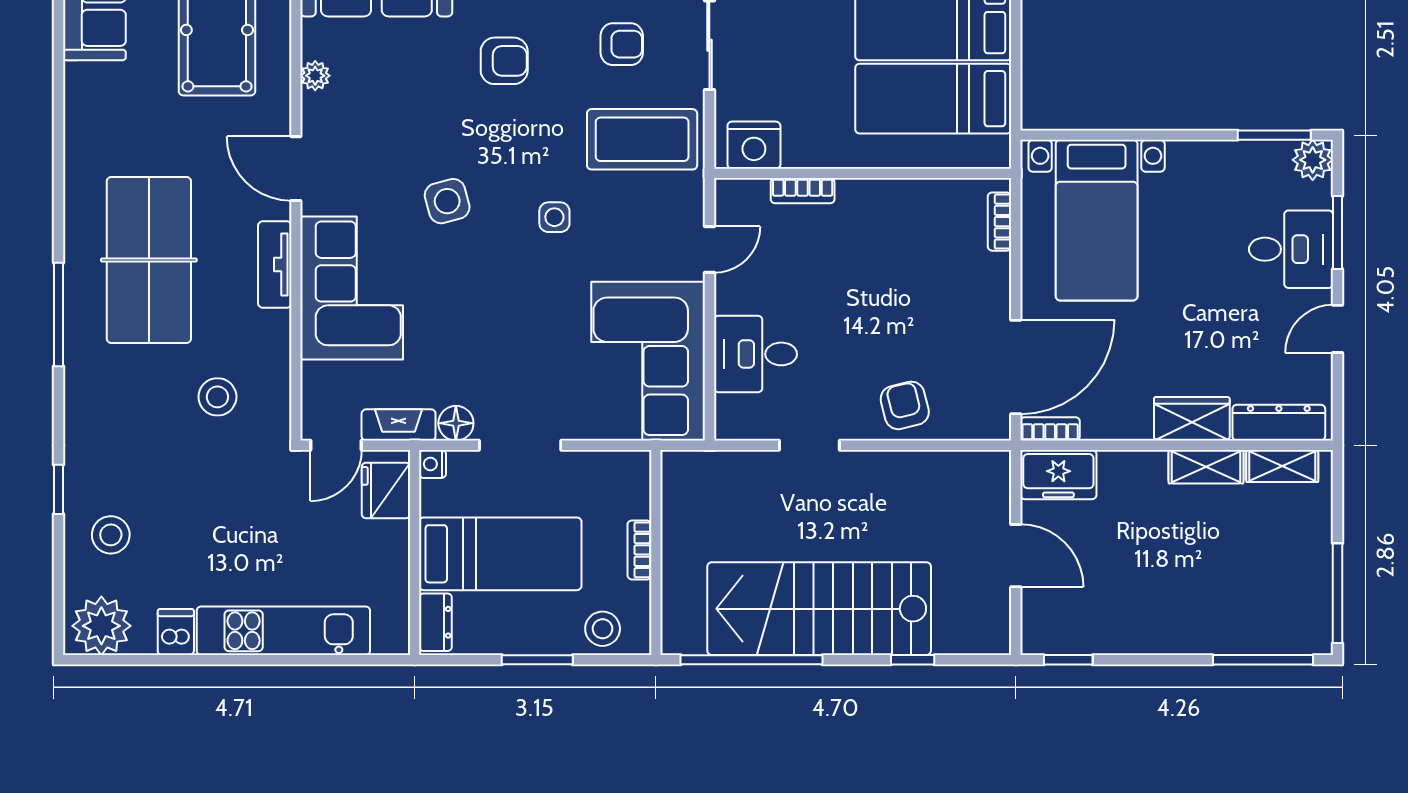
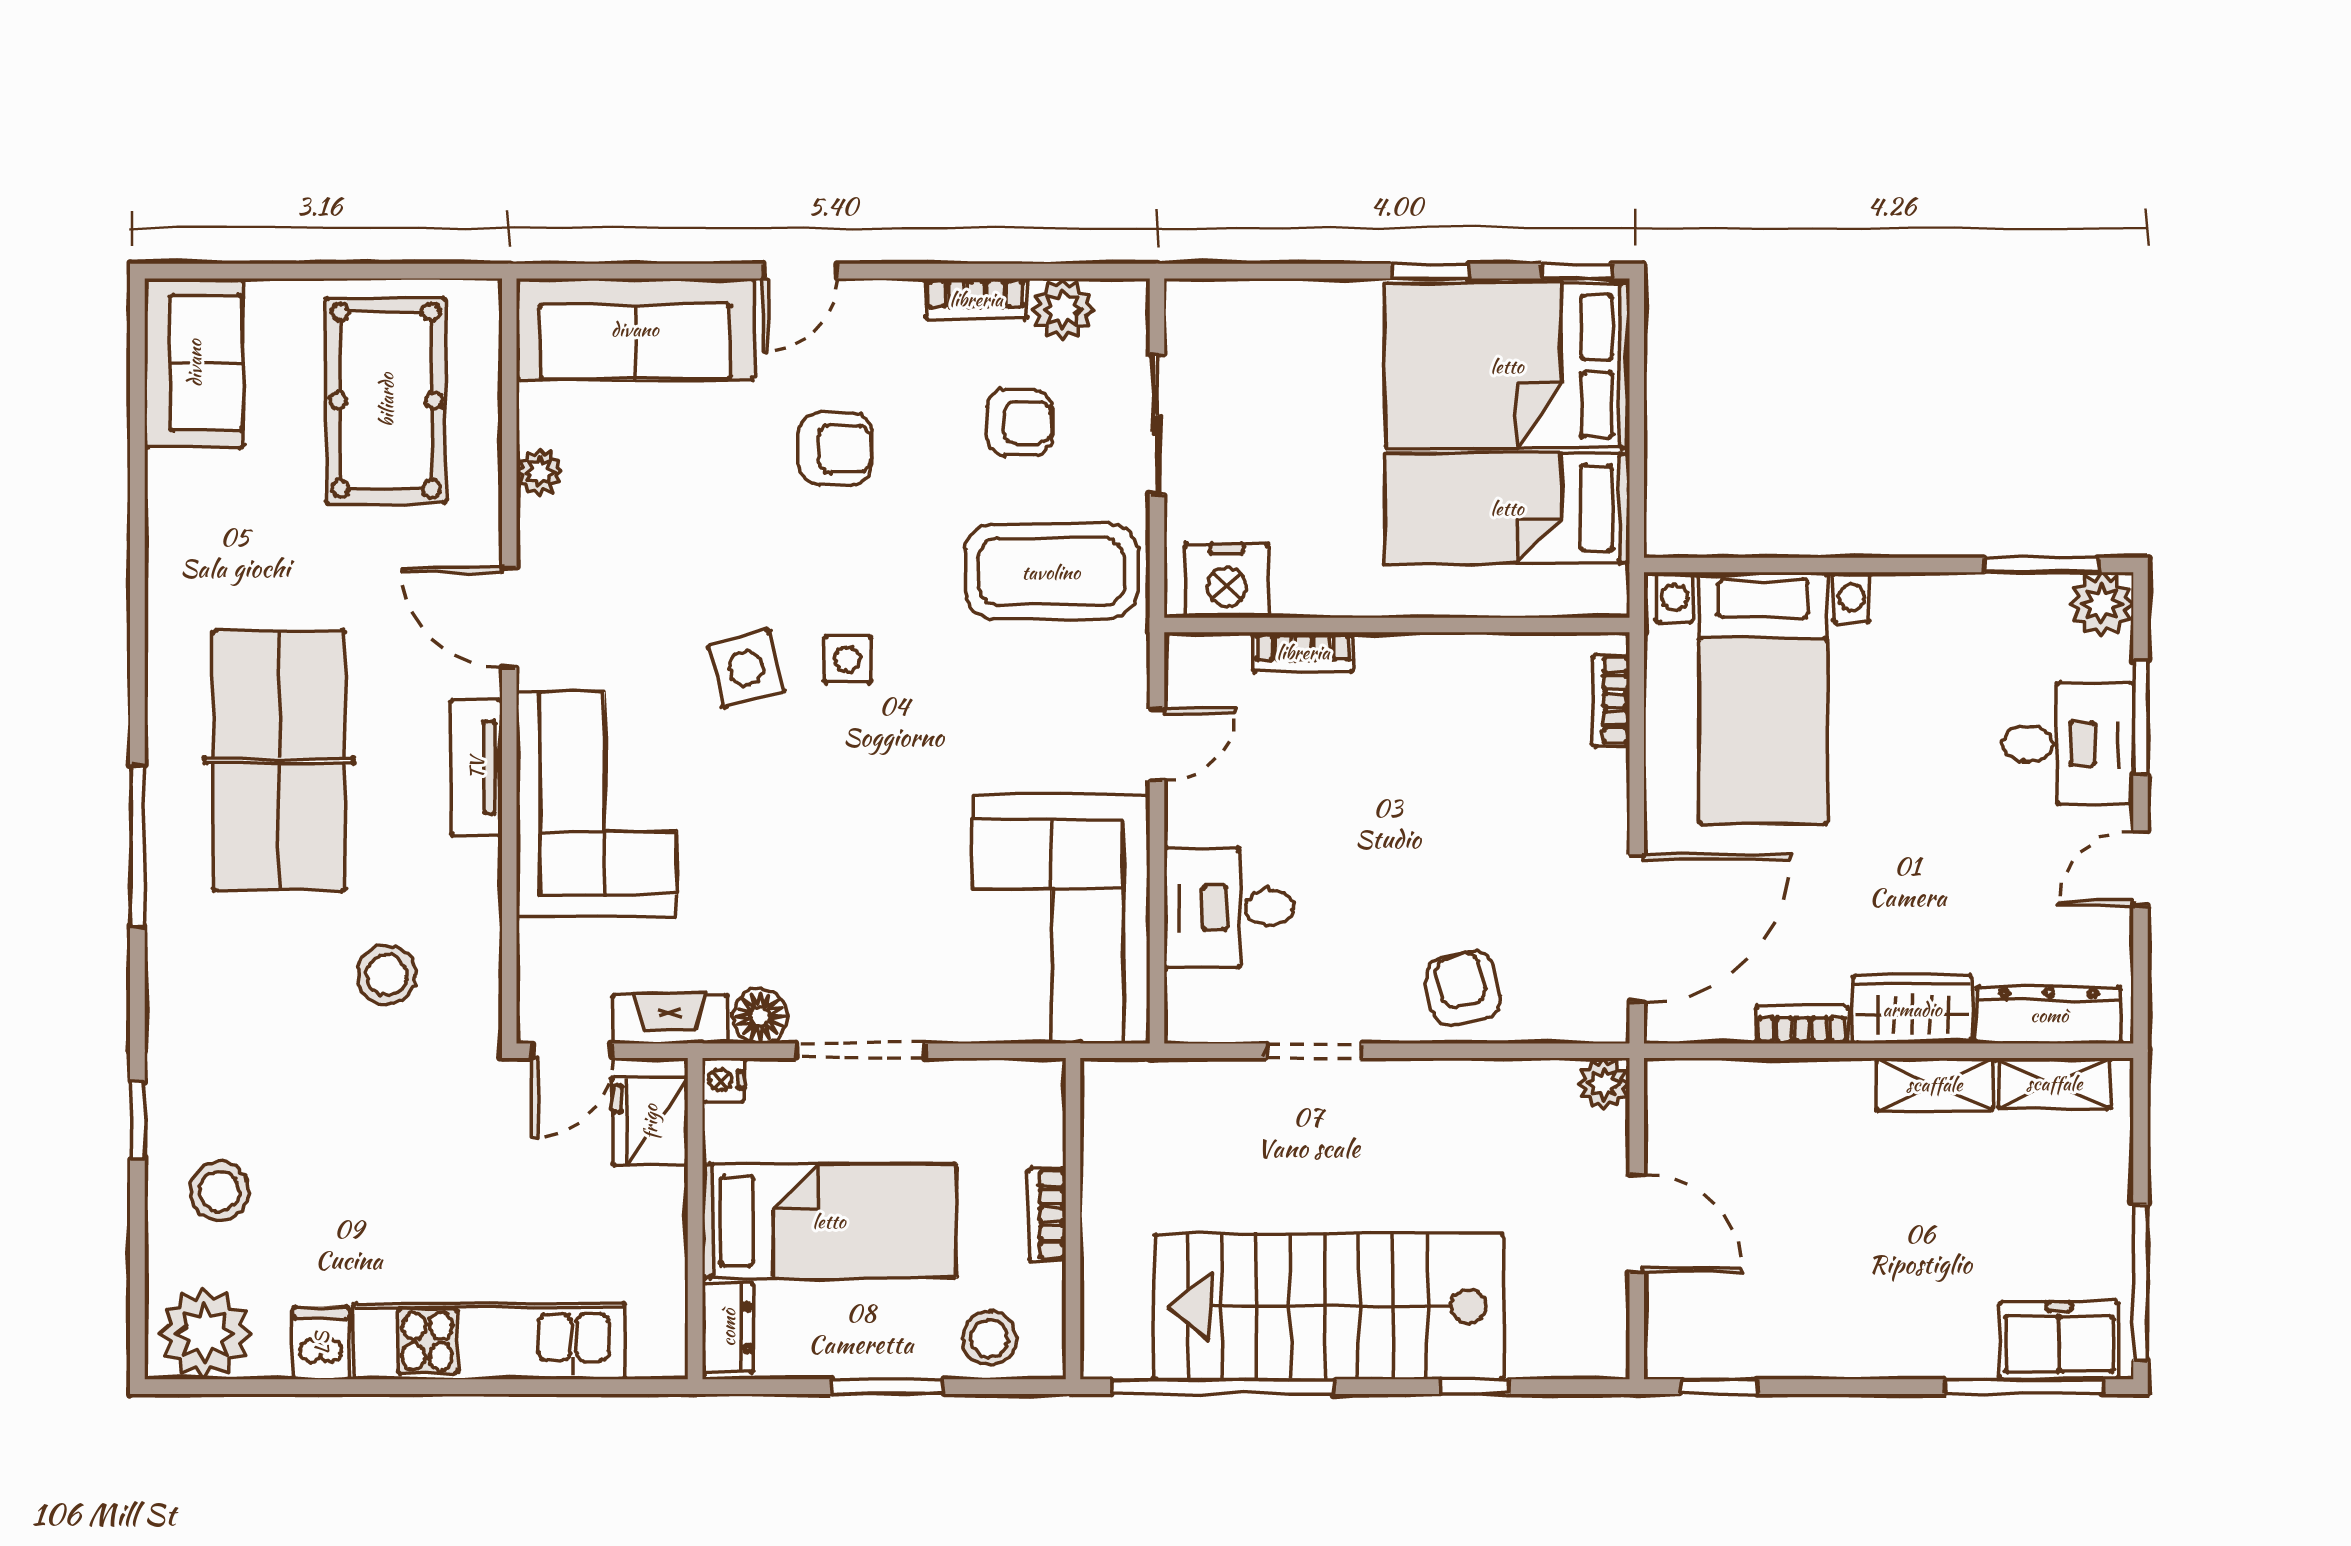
side table: (554, 217) -> (847, 660), moved
bookcase: (1050, 429) -> (1802, 1025), moved
plant: (995, 466) -> (1604, 1084), added
freezer: (1058, 475) -> (2059, 1341), moved, turned 180

